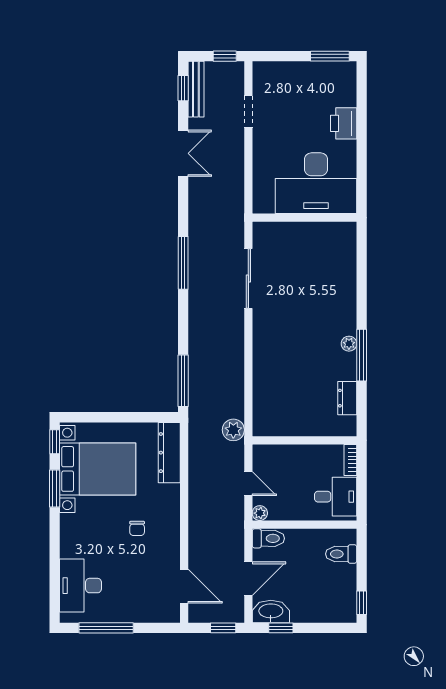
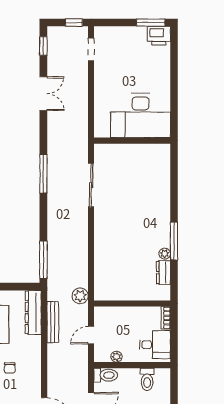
bench: (196, 89) -> (53, 322), moved
doorway: (248, 111) -> (91, 49), moved
printer: (344, 123) -> (159, 36), moved, turned -90
plant: (349, 344) -> (165, 254), moved
door: (248, 484) -> (91, 335), swing flipped
plant: (260, 513) -> (116, 357), moved
toilet: (341, 554) -> (147, 379), moved, turned -90

